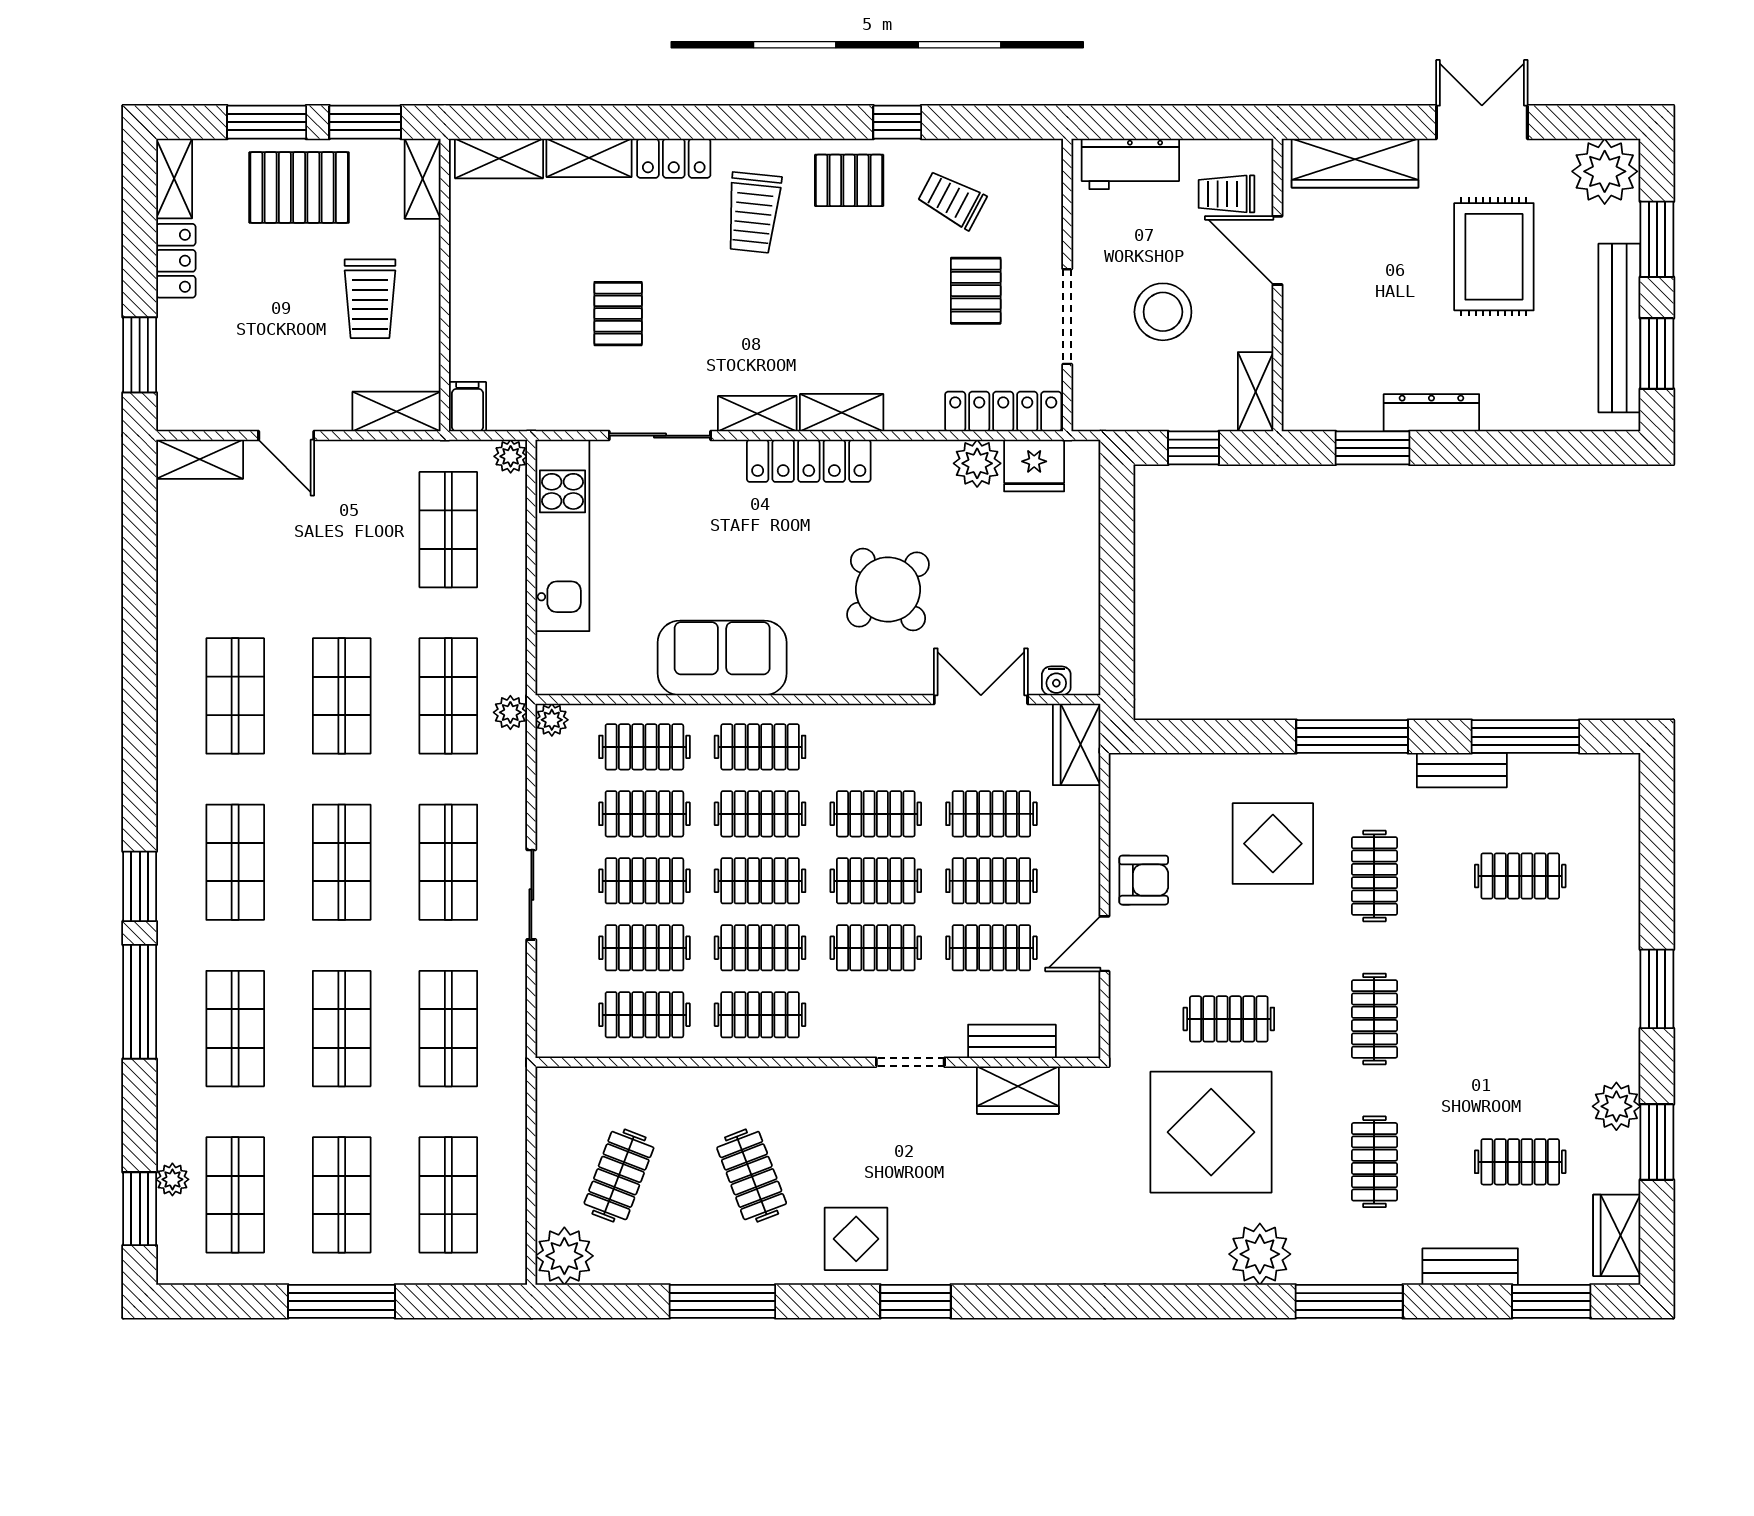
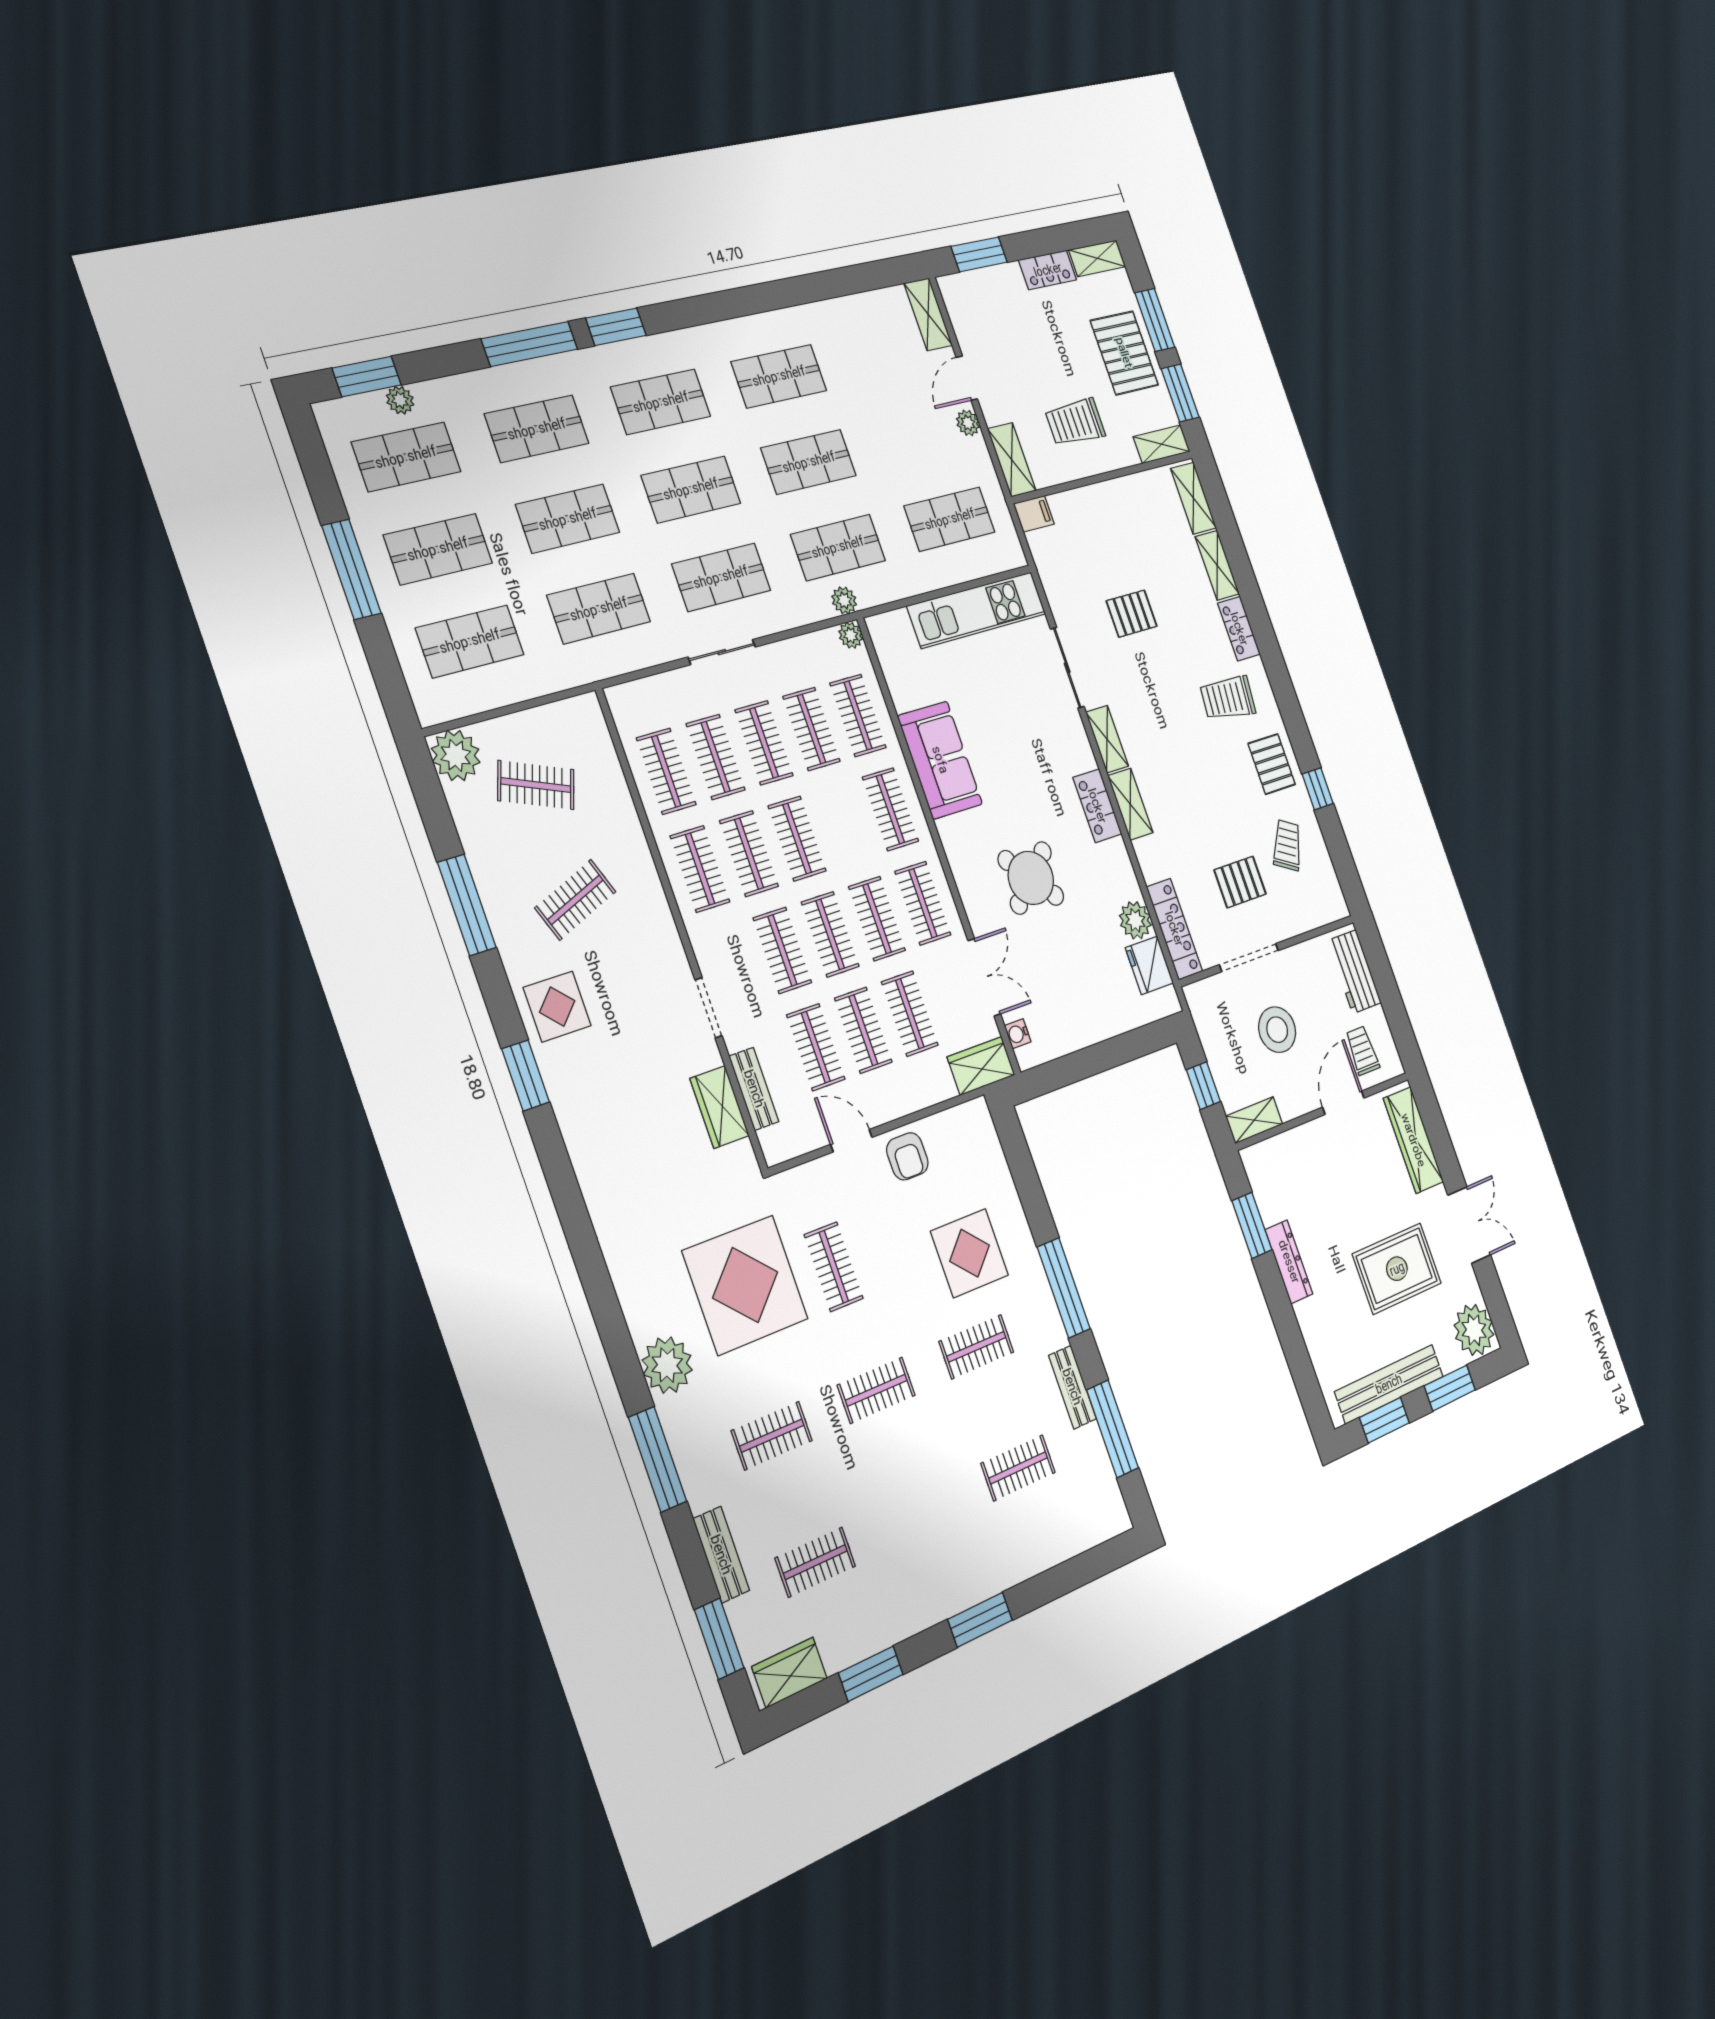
plant: (511, 456) -> (968, 423), moved
locker: (809, 461) -> (1097, 806), width x0.66
clothes rail: (760, 814) -> (923, 903), moved
clothes rail: (1520, 876) -> (1018, 1468), turned 90
plant: (1616, 1106) -> (885, 1626), removed
clothes rail: (1520, 1162) -> (815, 1562), turned 90

